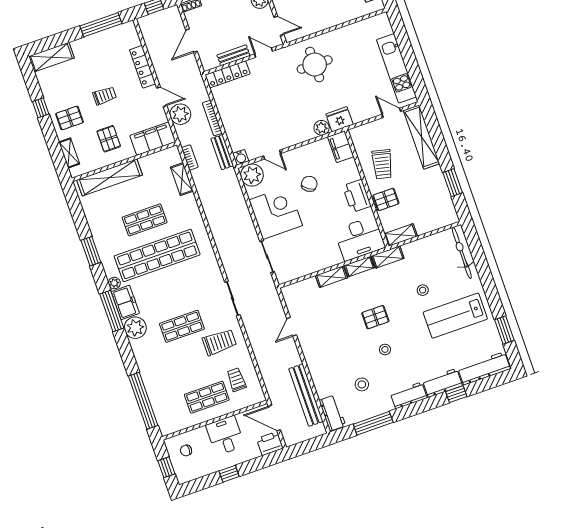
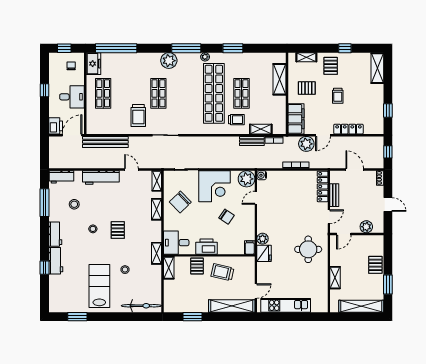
shelving: (339, 17) -> (335, 278), added
window: (101, 25) -> (388, 110), width x0.46
filing cabinet: (341, 147) -> (250, 248), width x0.50
bench: (222, 152) -> (252, 141), moved
shelving: (110, 177) -> (280, 79), width x0.68
desk: (360, 239) -> (176, 243), width x0.73
chair: (311, 250) -> (180, 202), added
shelving: (359, 267) -> (157, 181), moved
freezer: (125, 302) -> (94, 64), moved, turned -90
workbench: (484, 368) -> (101, 177), moved, turned 90
trolley: (236, 380) -> (236, 120), moved
bench: (306, 395) -> (105, 142), moved

